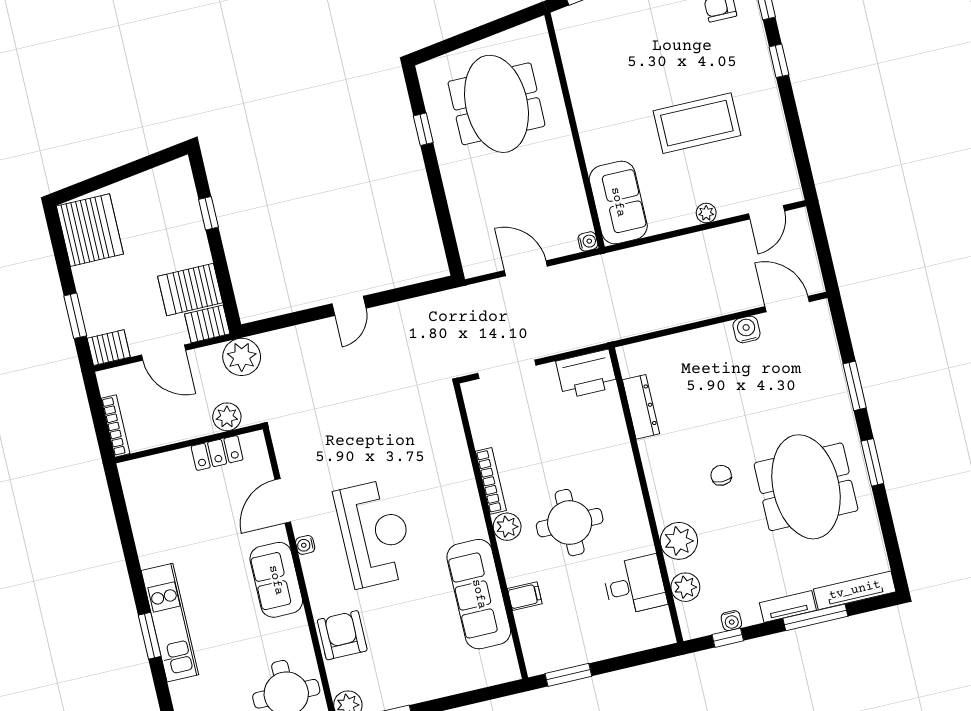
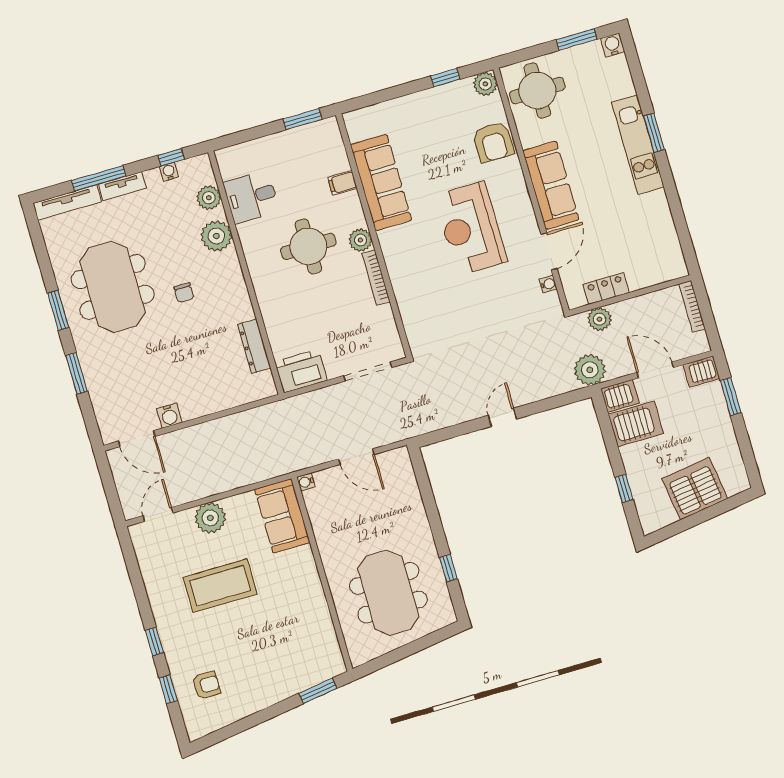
plant: (706, 213) -> (210, 518), width x1.87, depth x1.87
server rack: (90, 230) -> (695, 489), moved, turned 82
water cooler: (305, 545) -> (548, 284), moved
sofa: (276, 580) -> (551, 185), width x1.36

